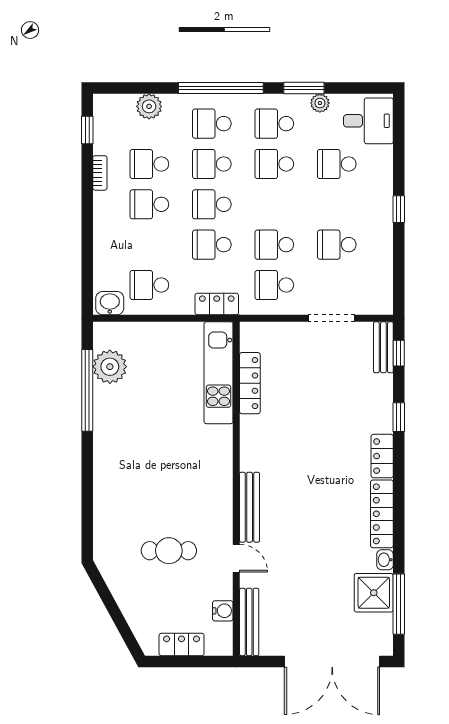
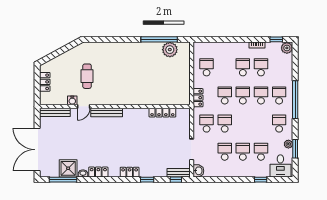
window: (304, 88) -> (295, 149), moved
plant: (149, 106) -> (287, 48), moved
school desk: (274, 164) -> (243, 152), moved
window: (399, 209) -> (261, 180), moved
washbasin: (110, 303) -> (198, 171), moved
kitchen unit: (219, 373) -> (167, 98), removed
locker: (382, 514) -> (98, 172), width x0.66
water cooler: (223, 611) -> (72, 100), moved

